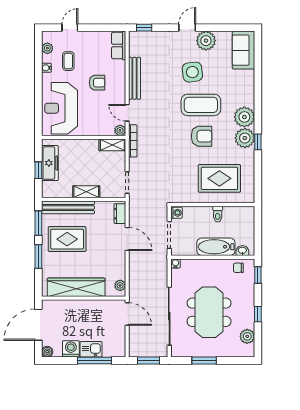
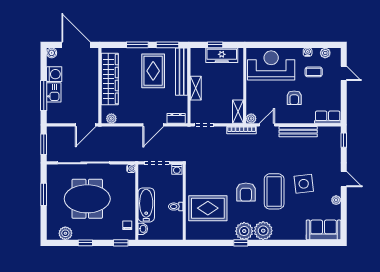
plant: (206, 41) -> (336, 200), width x0.53, depth x0.53
rug: (219, 178) -> (208, 208), turned 90

